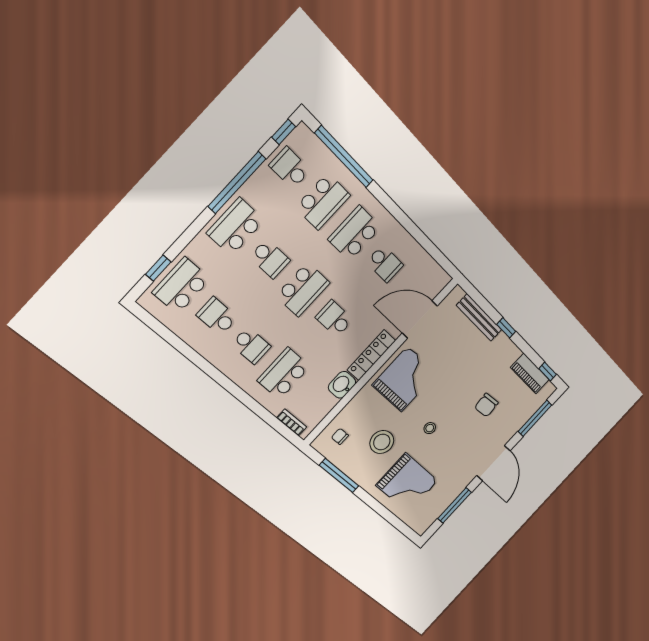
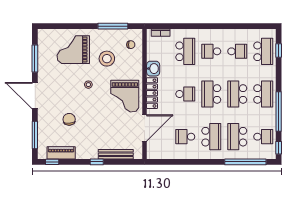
school desk: (270, 259) -> (237, 94), width x1.85

